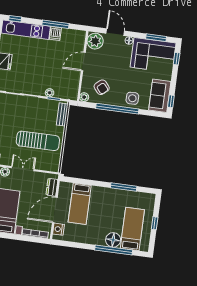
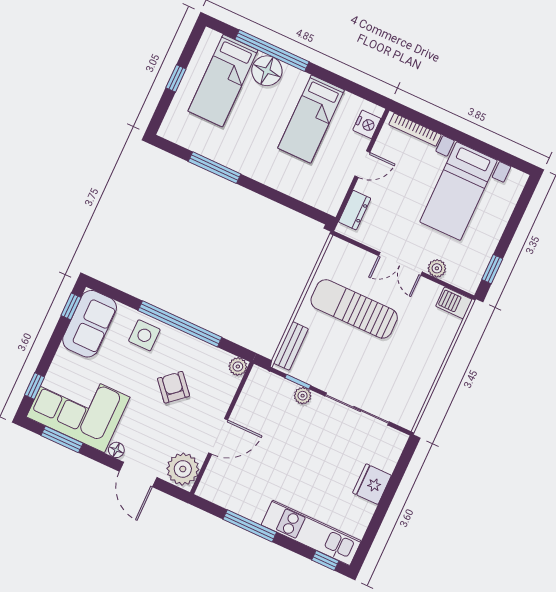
dishwasher: (55, 33) -> (256, 508), removed
armchair: (102, 87) -> (173, 387), moved
bed: (80, 204) -> (311, 119), moved, turned 180
door: (55, 210) -> (362, 164), width x0.53

